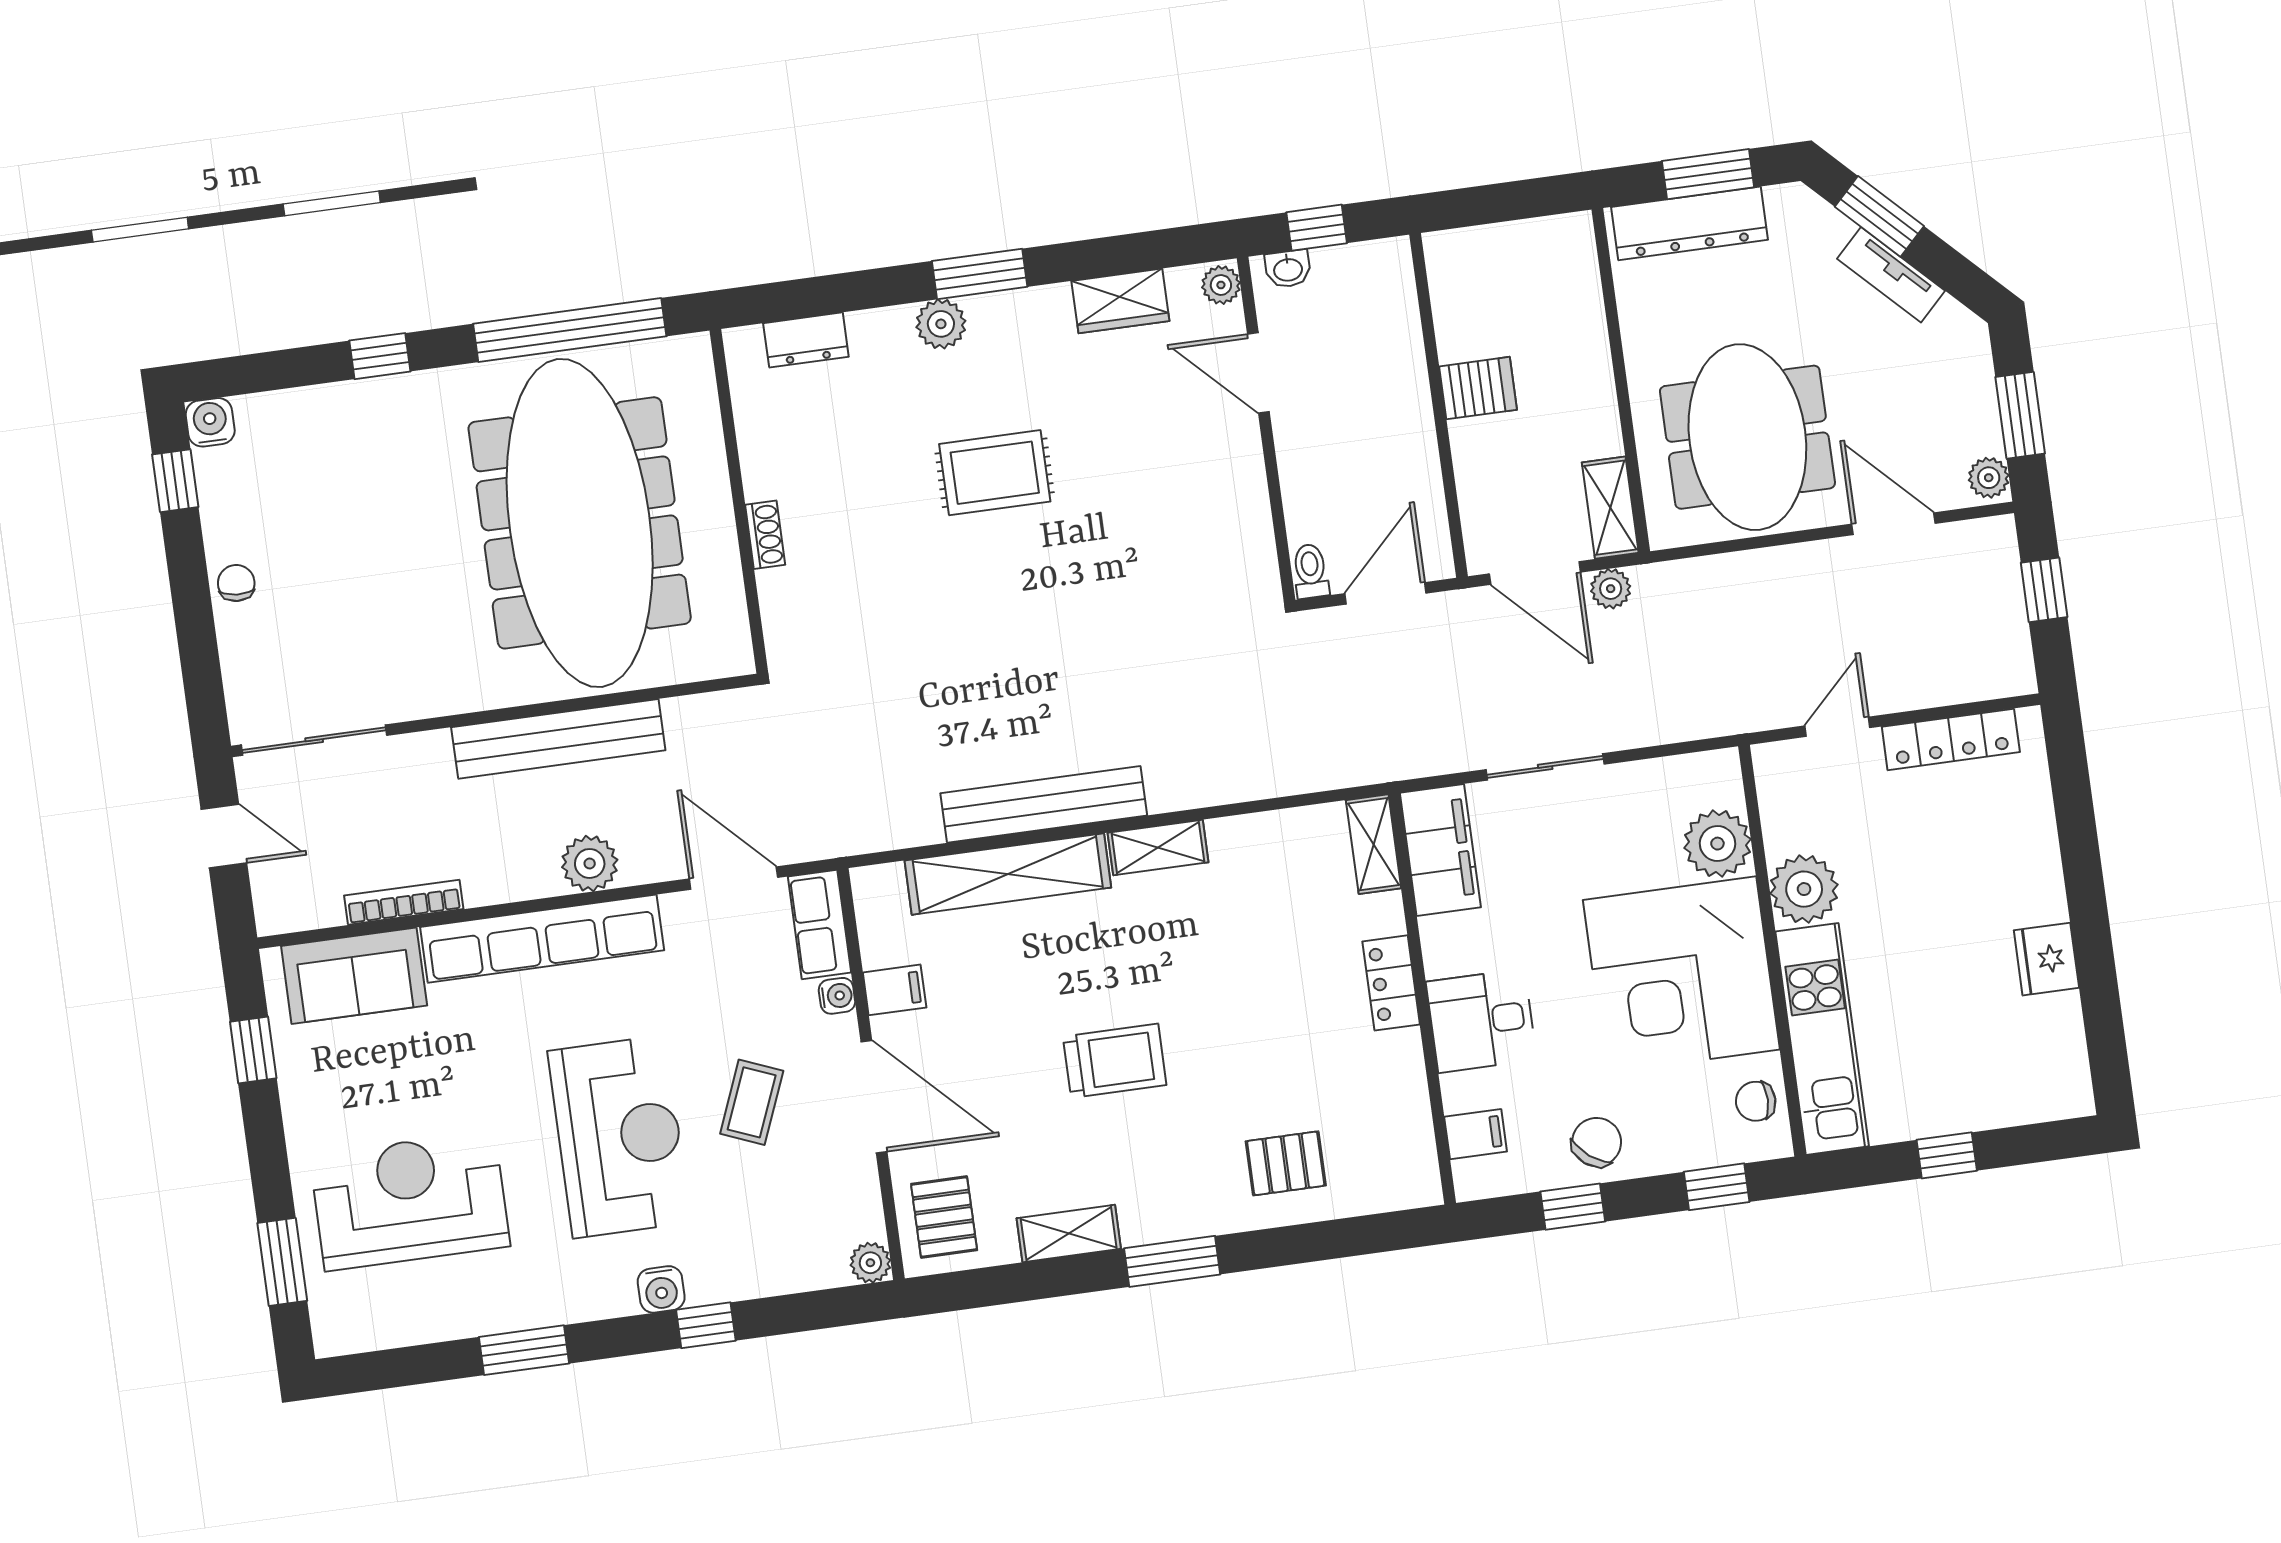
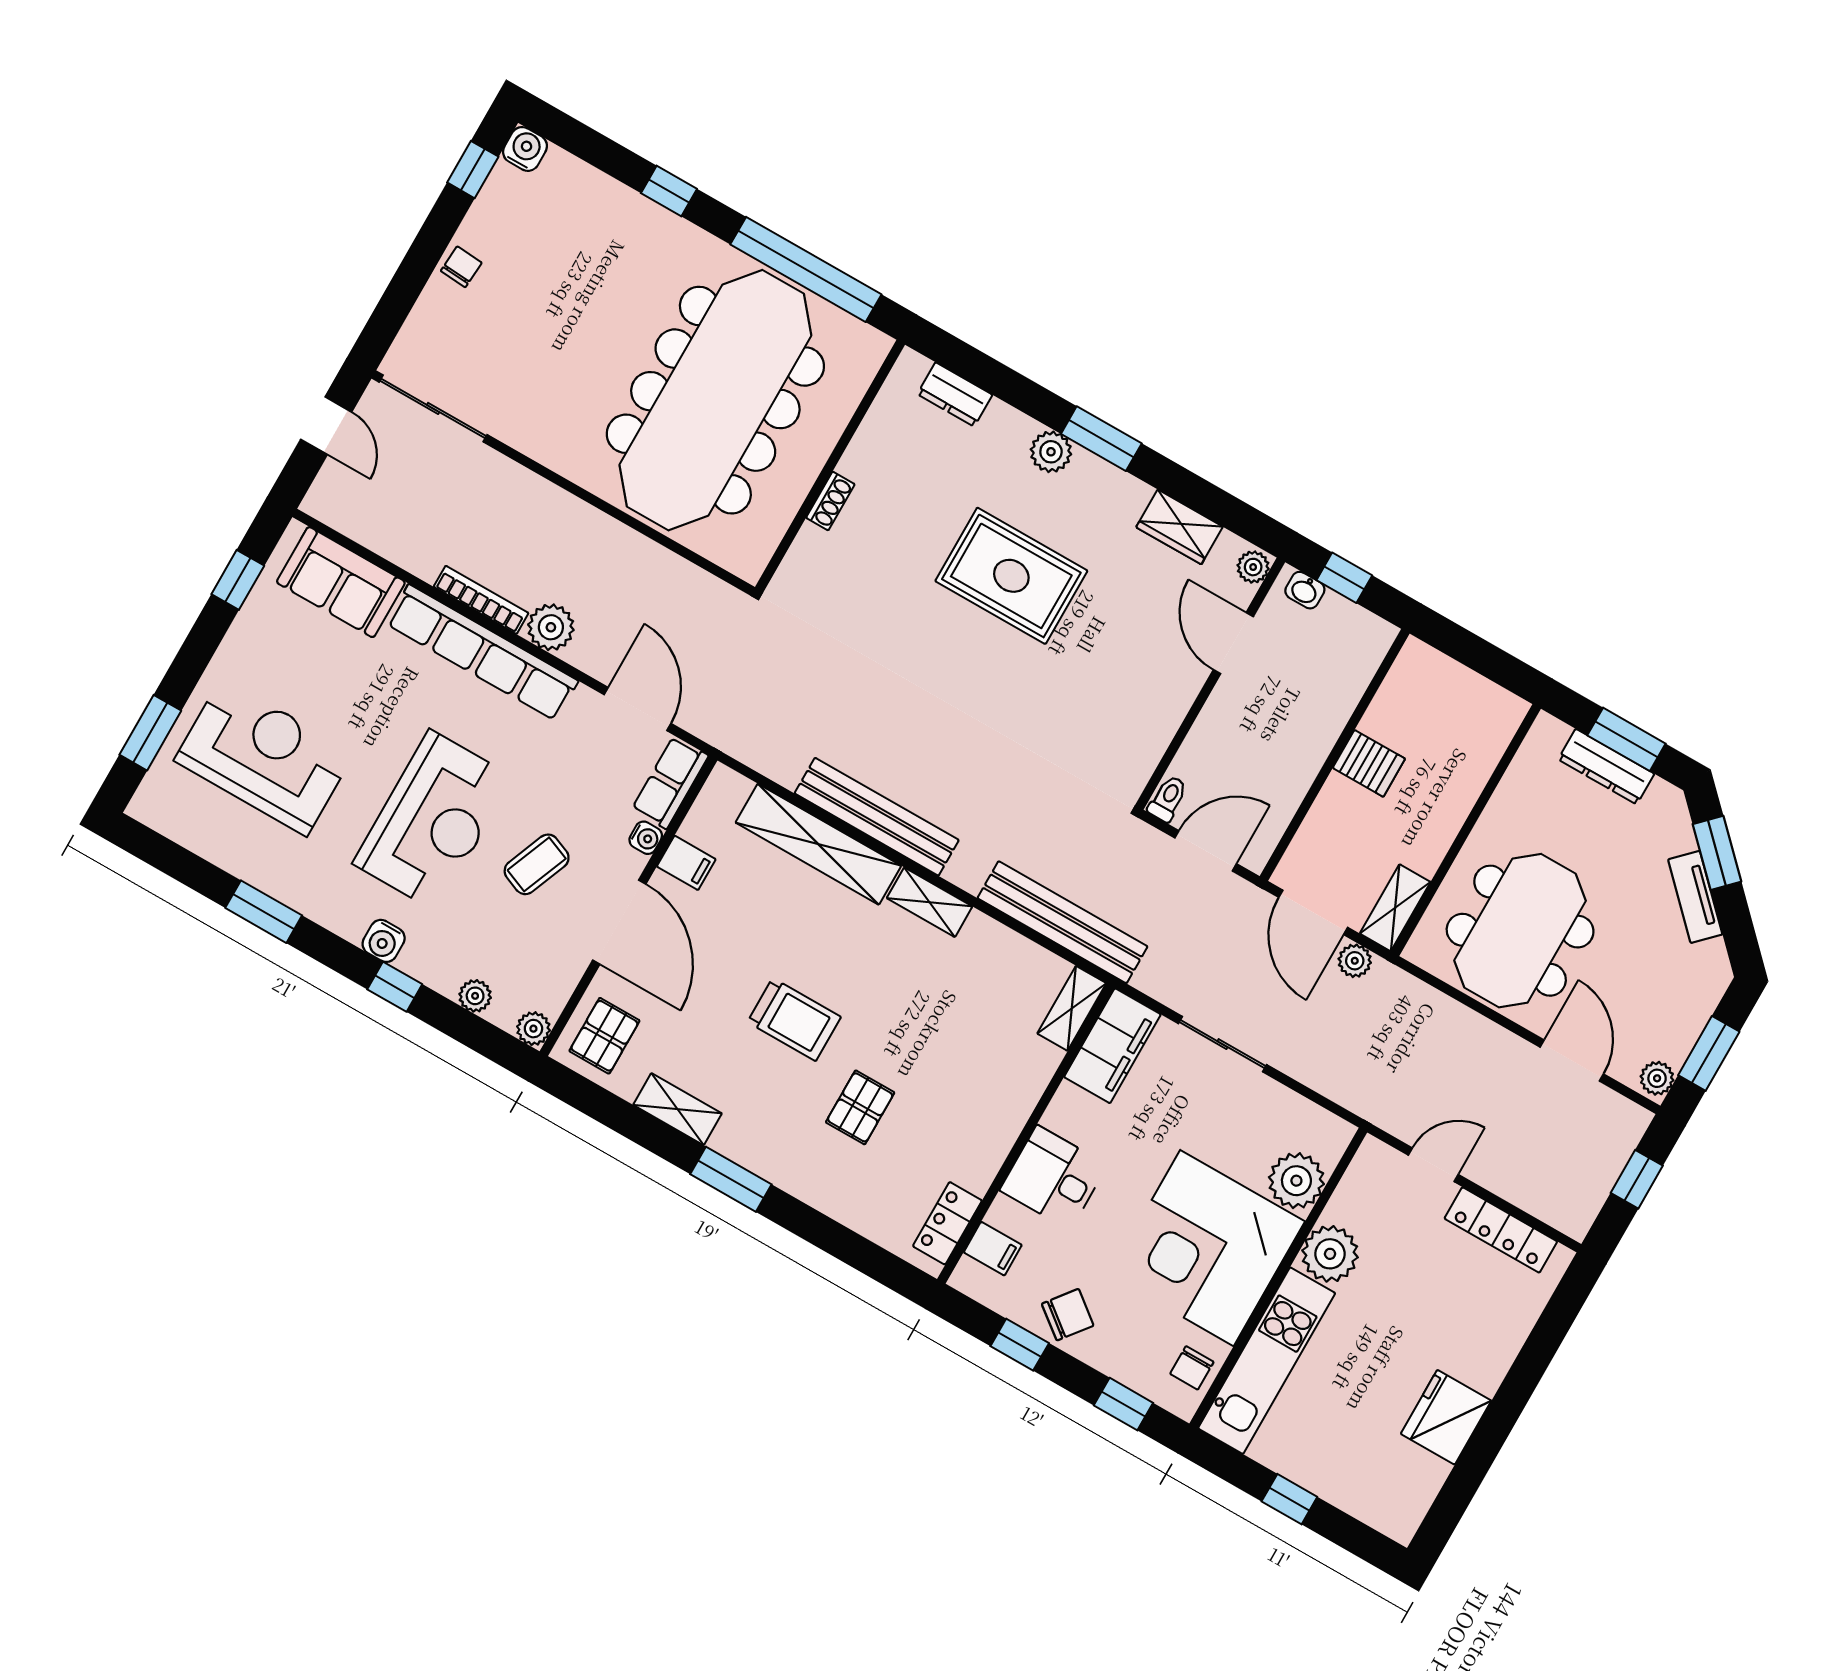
dresser: (1689, 223) -> (1606, 767), width x0.73, depth x0.80
rug: (995, 473) -> (1011, 576), width x1.36, depth x1.43
bench: (558, 739) -> (1062, 922), moved
bookcase: (404, 902) -> (481, 600), moved
fridge: (2046, 959) -> (1446, 1417), width x1.36, depth x1.34
locker: (1391, 983) -> (947, 1223), moved
chair: (1756, 1101) -> (1192, 1368), turned -90
pallet: (1286, 1163) -> (860, 1107), moved, turned 90
plant: (790, 1274) -> (475, 996), added

